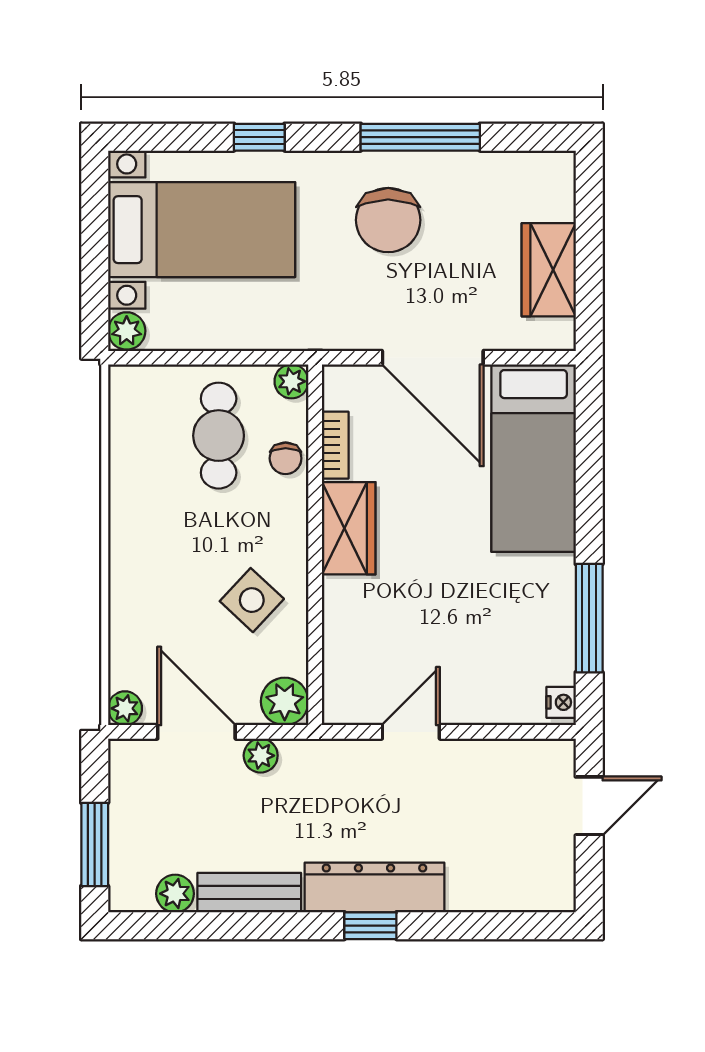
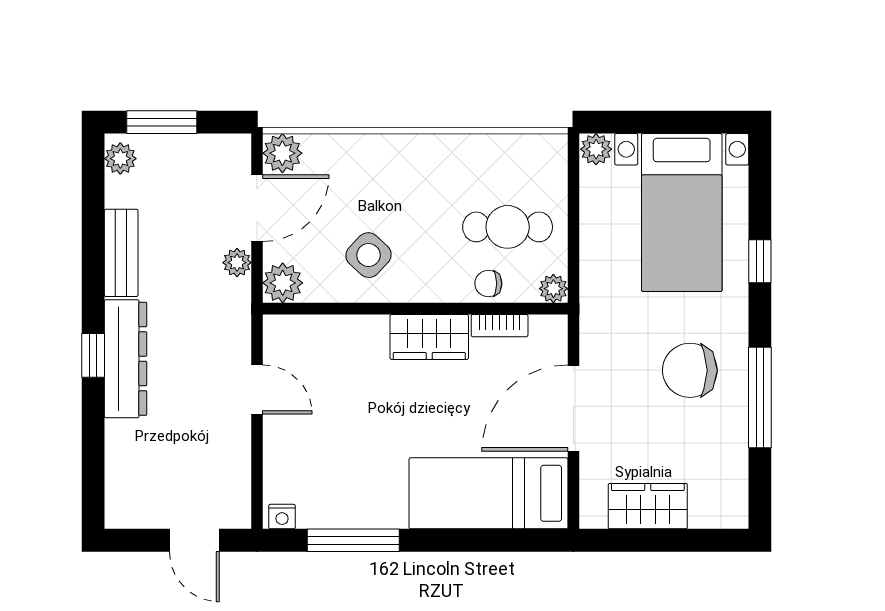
plant: (125, 708) -> (282, 153), width x1.38, depth x1.38
plant: (175, 894) -> (120, 159), moved

